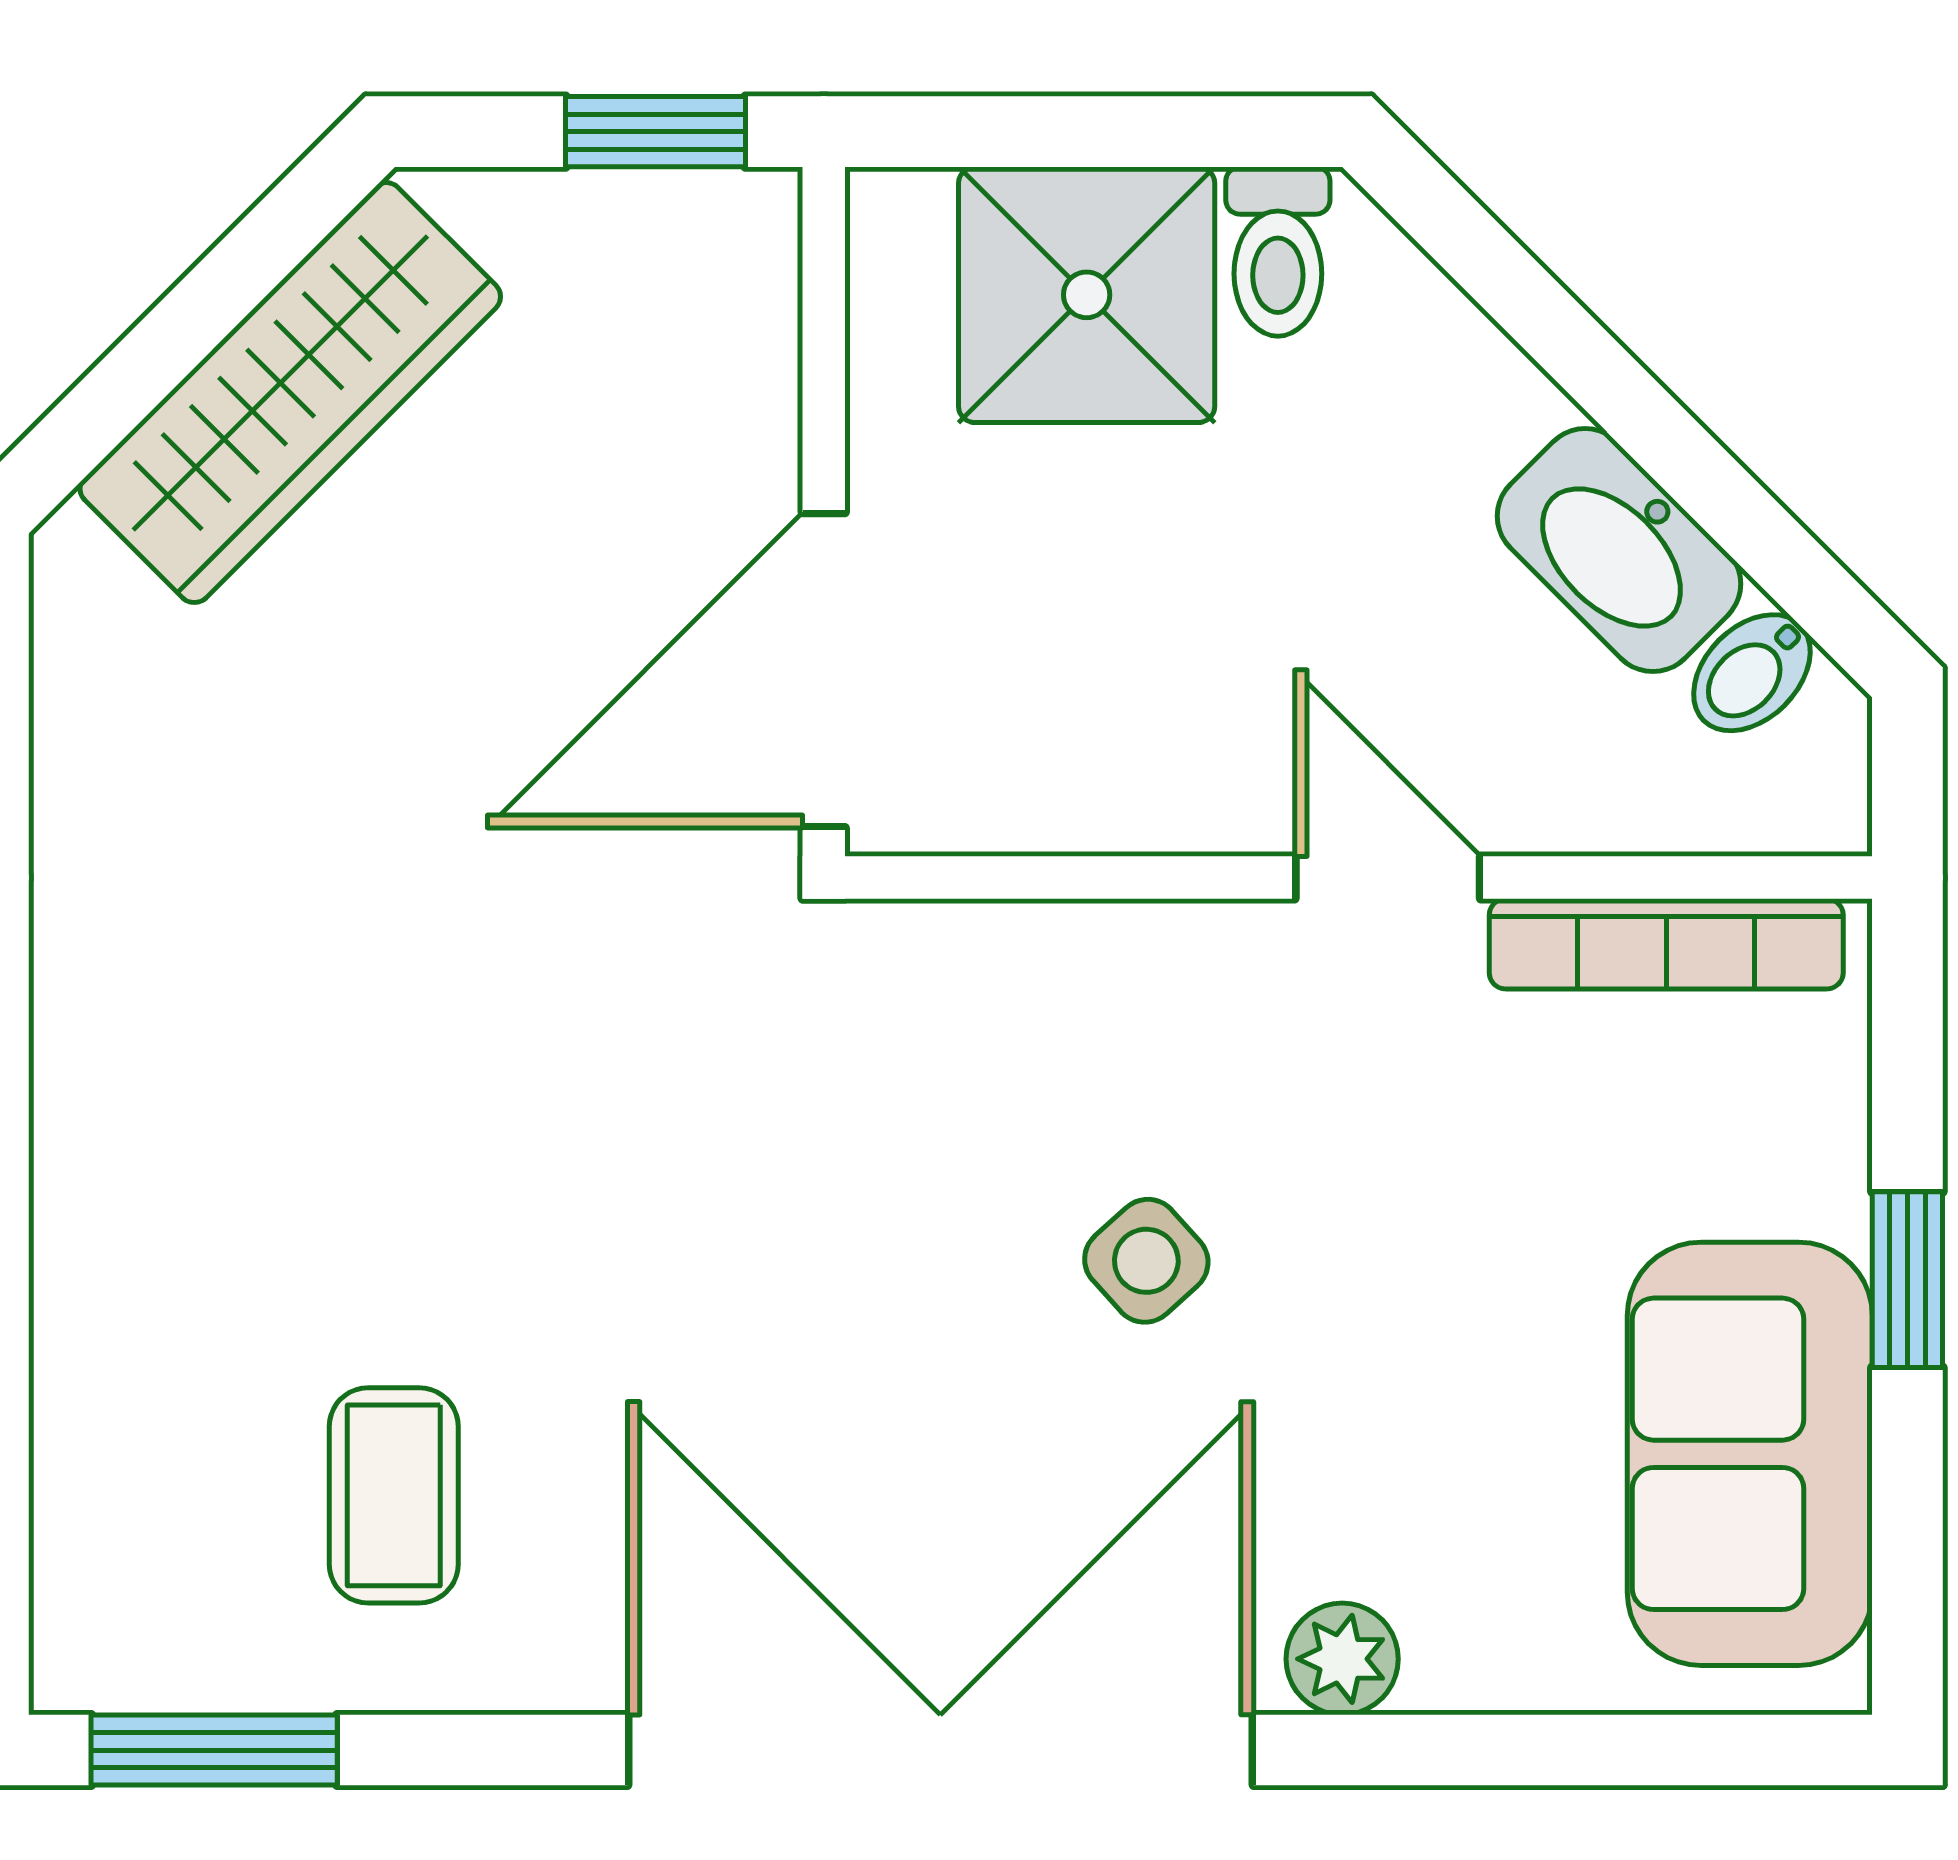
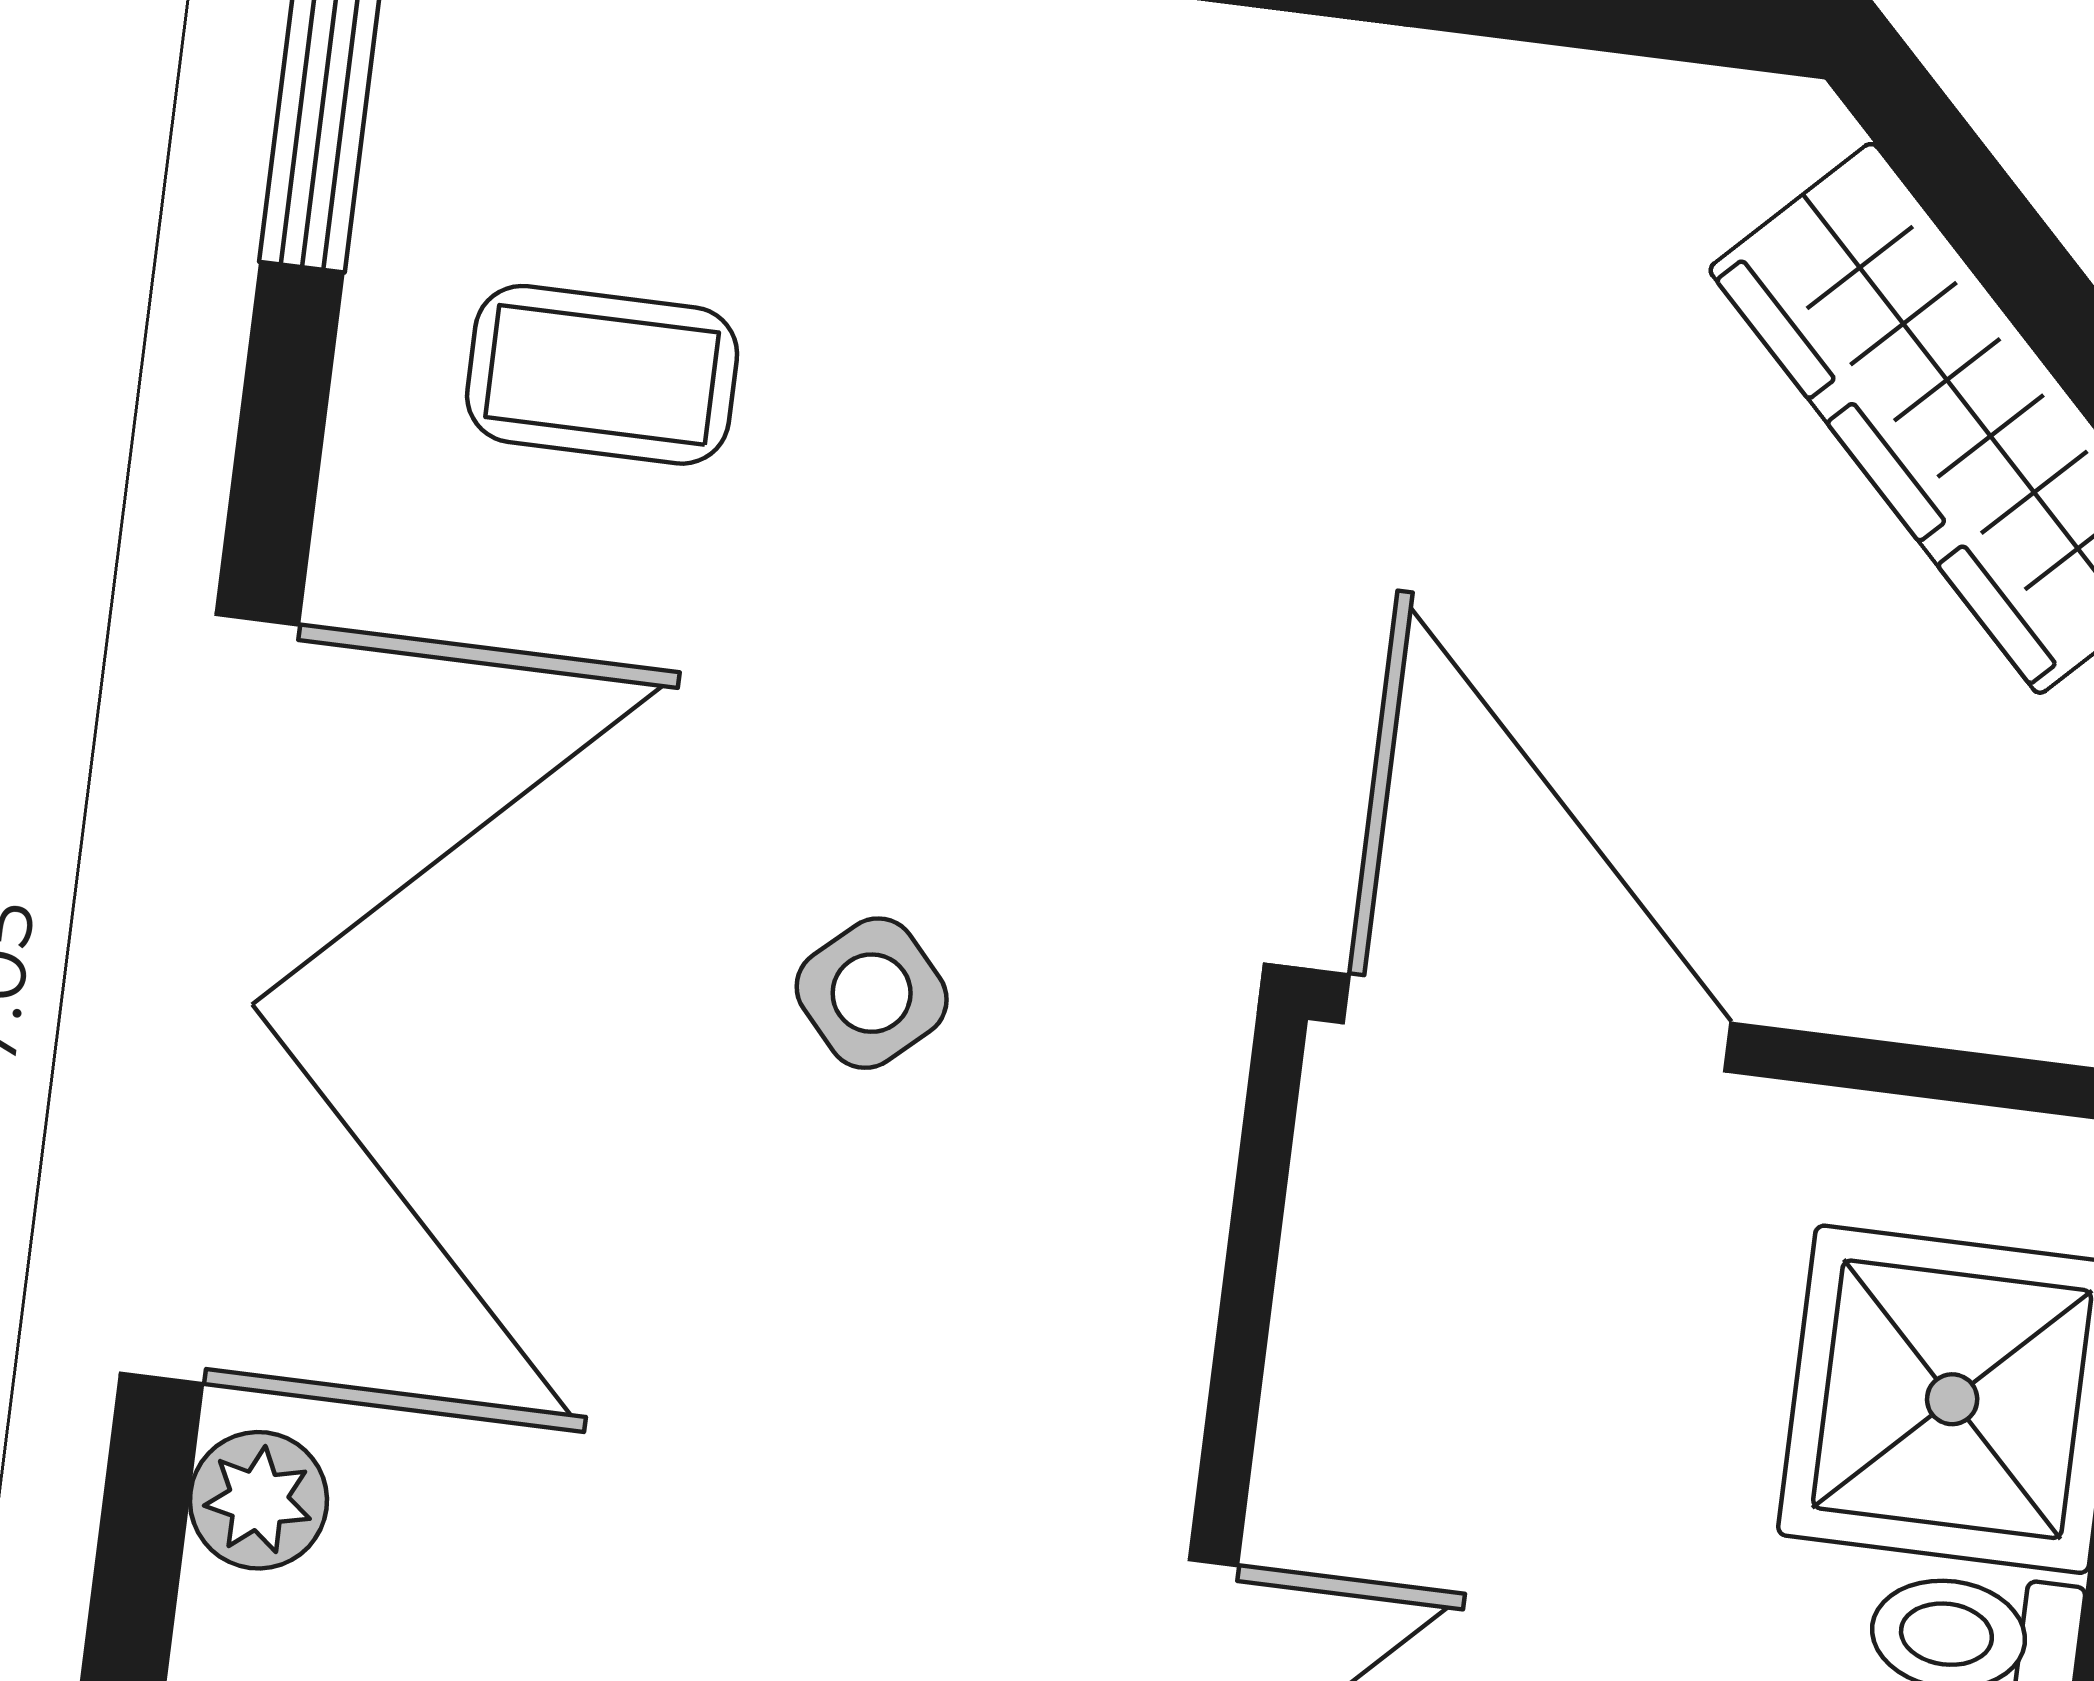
side table: (1146, 1261) -> (872, 993), moved

